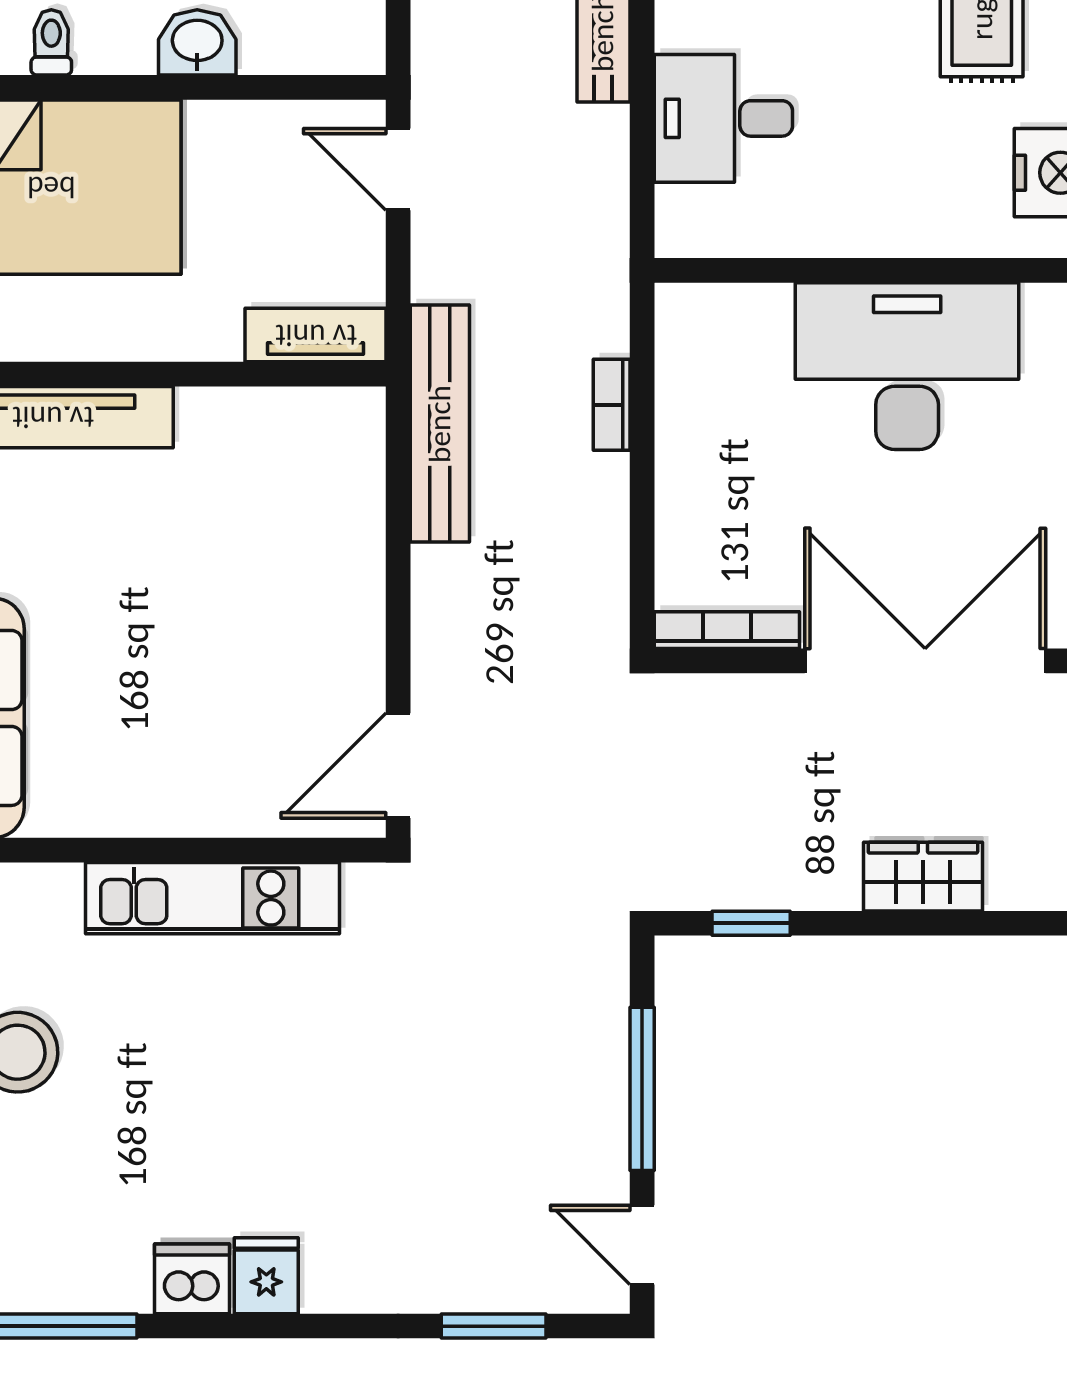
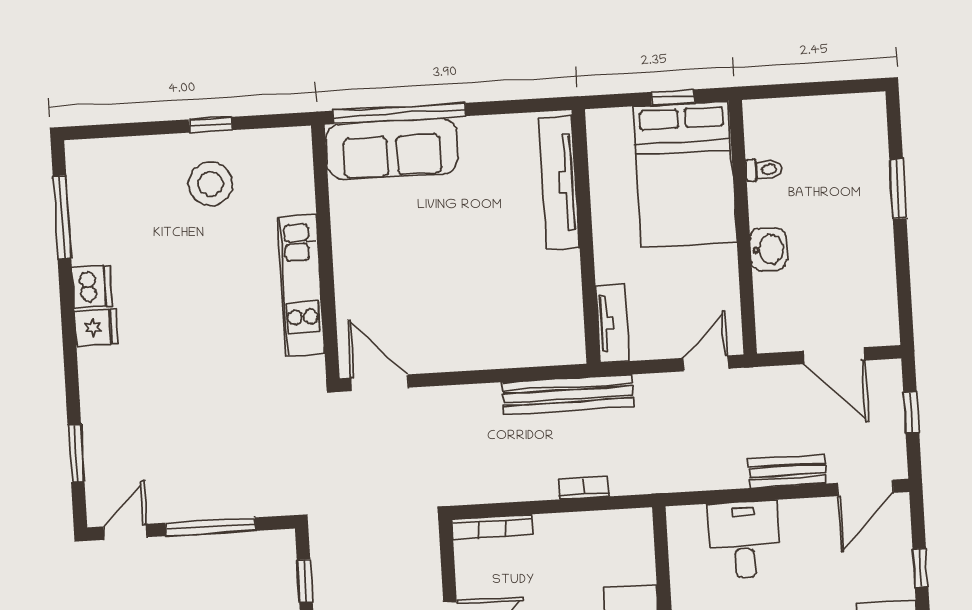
bookcase: (727, 630) -> (492, 527), moved, turned 90

